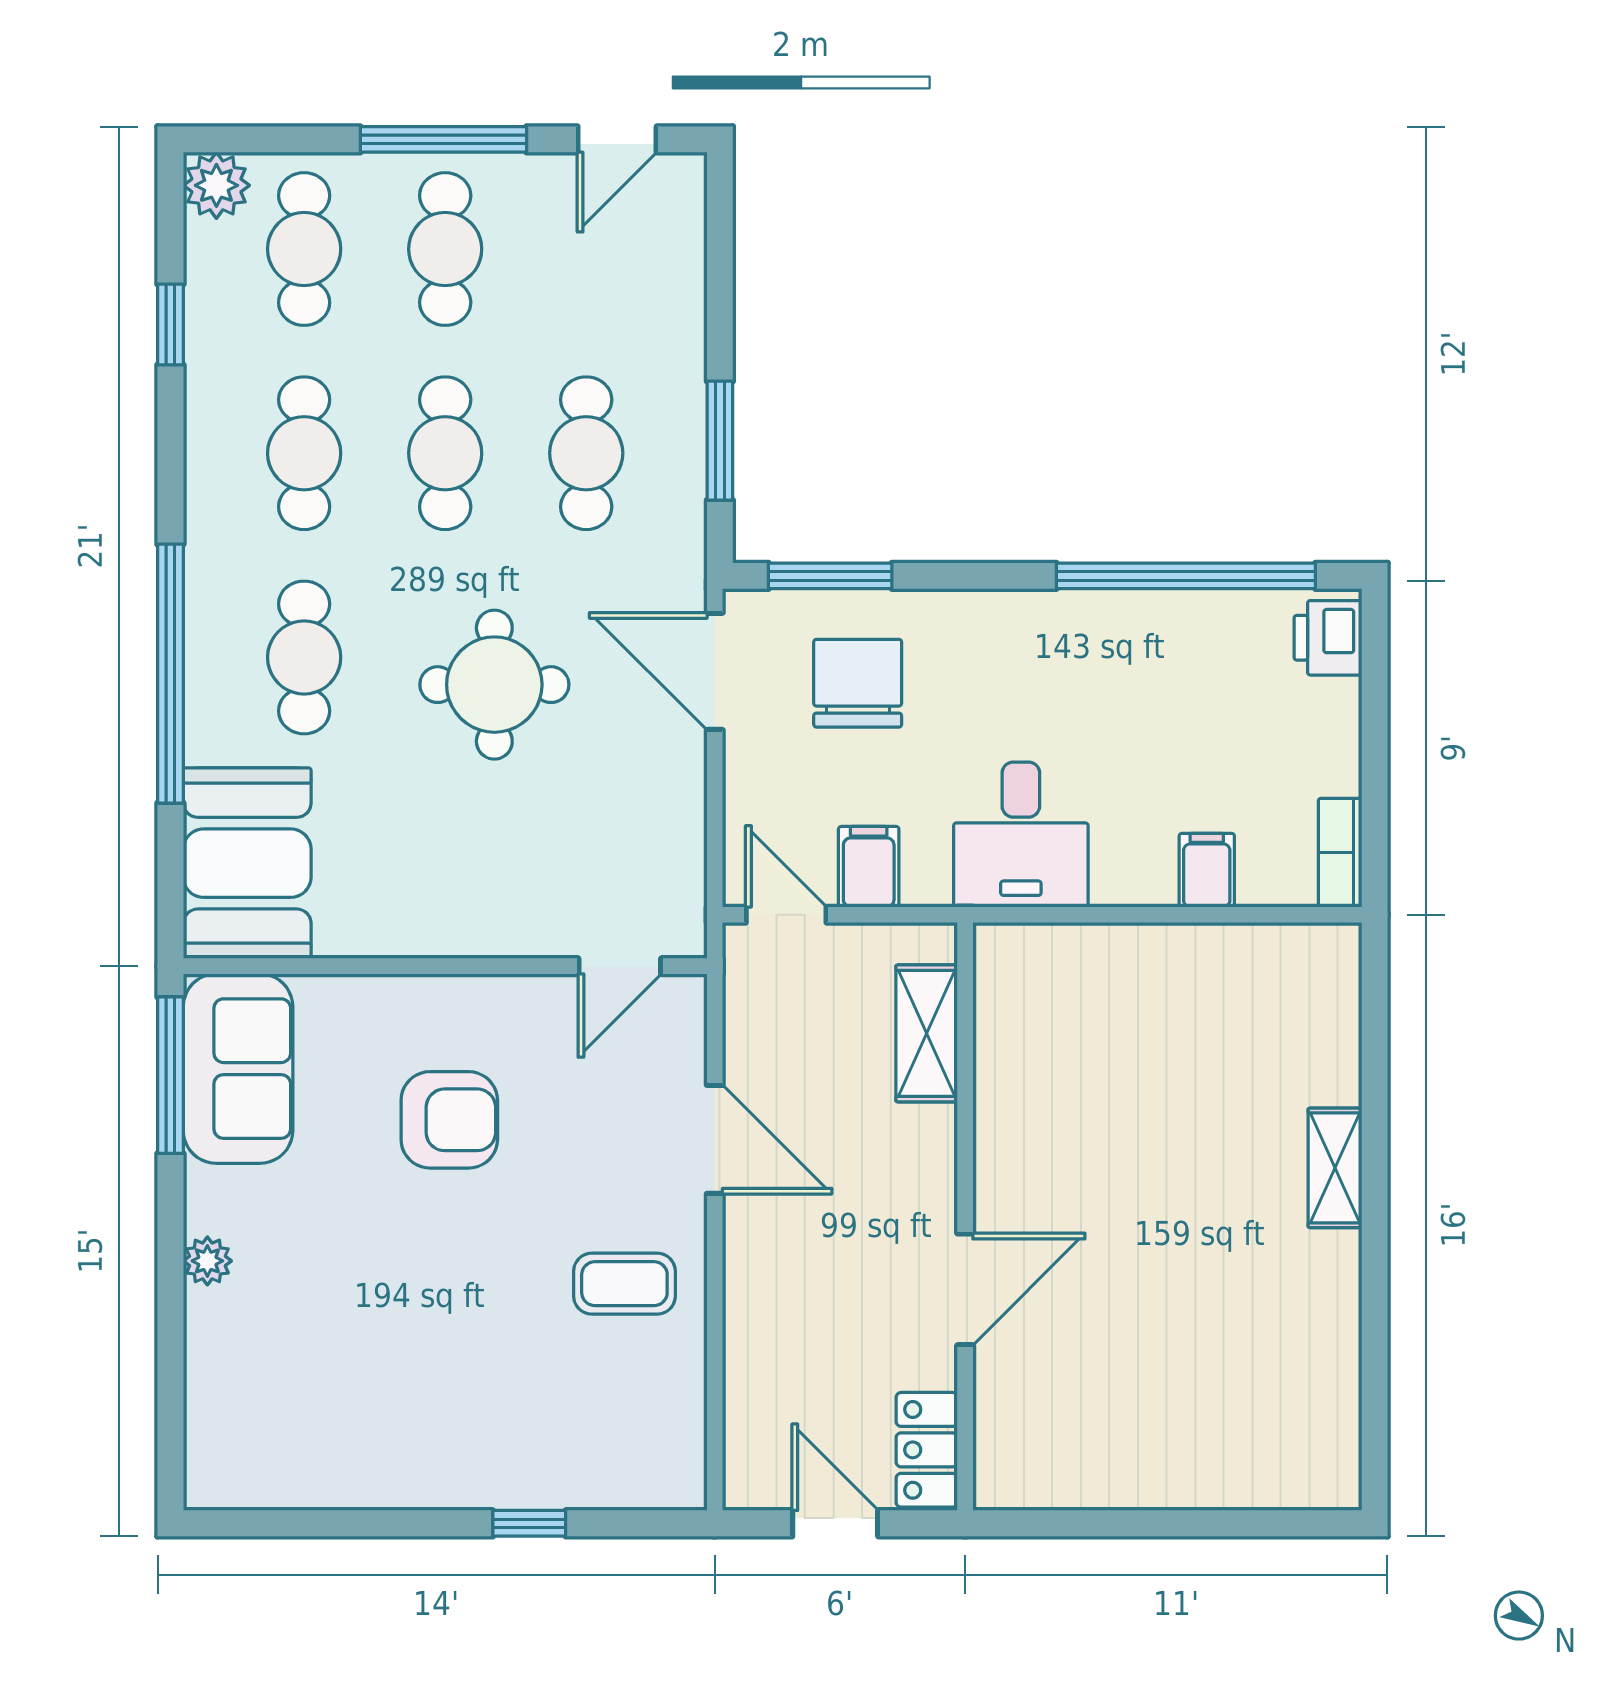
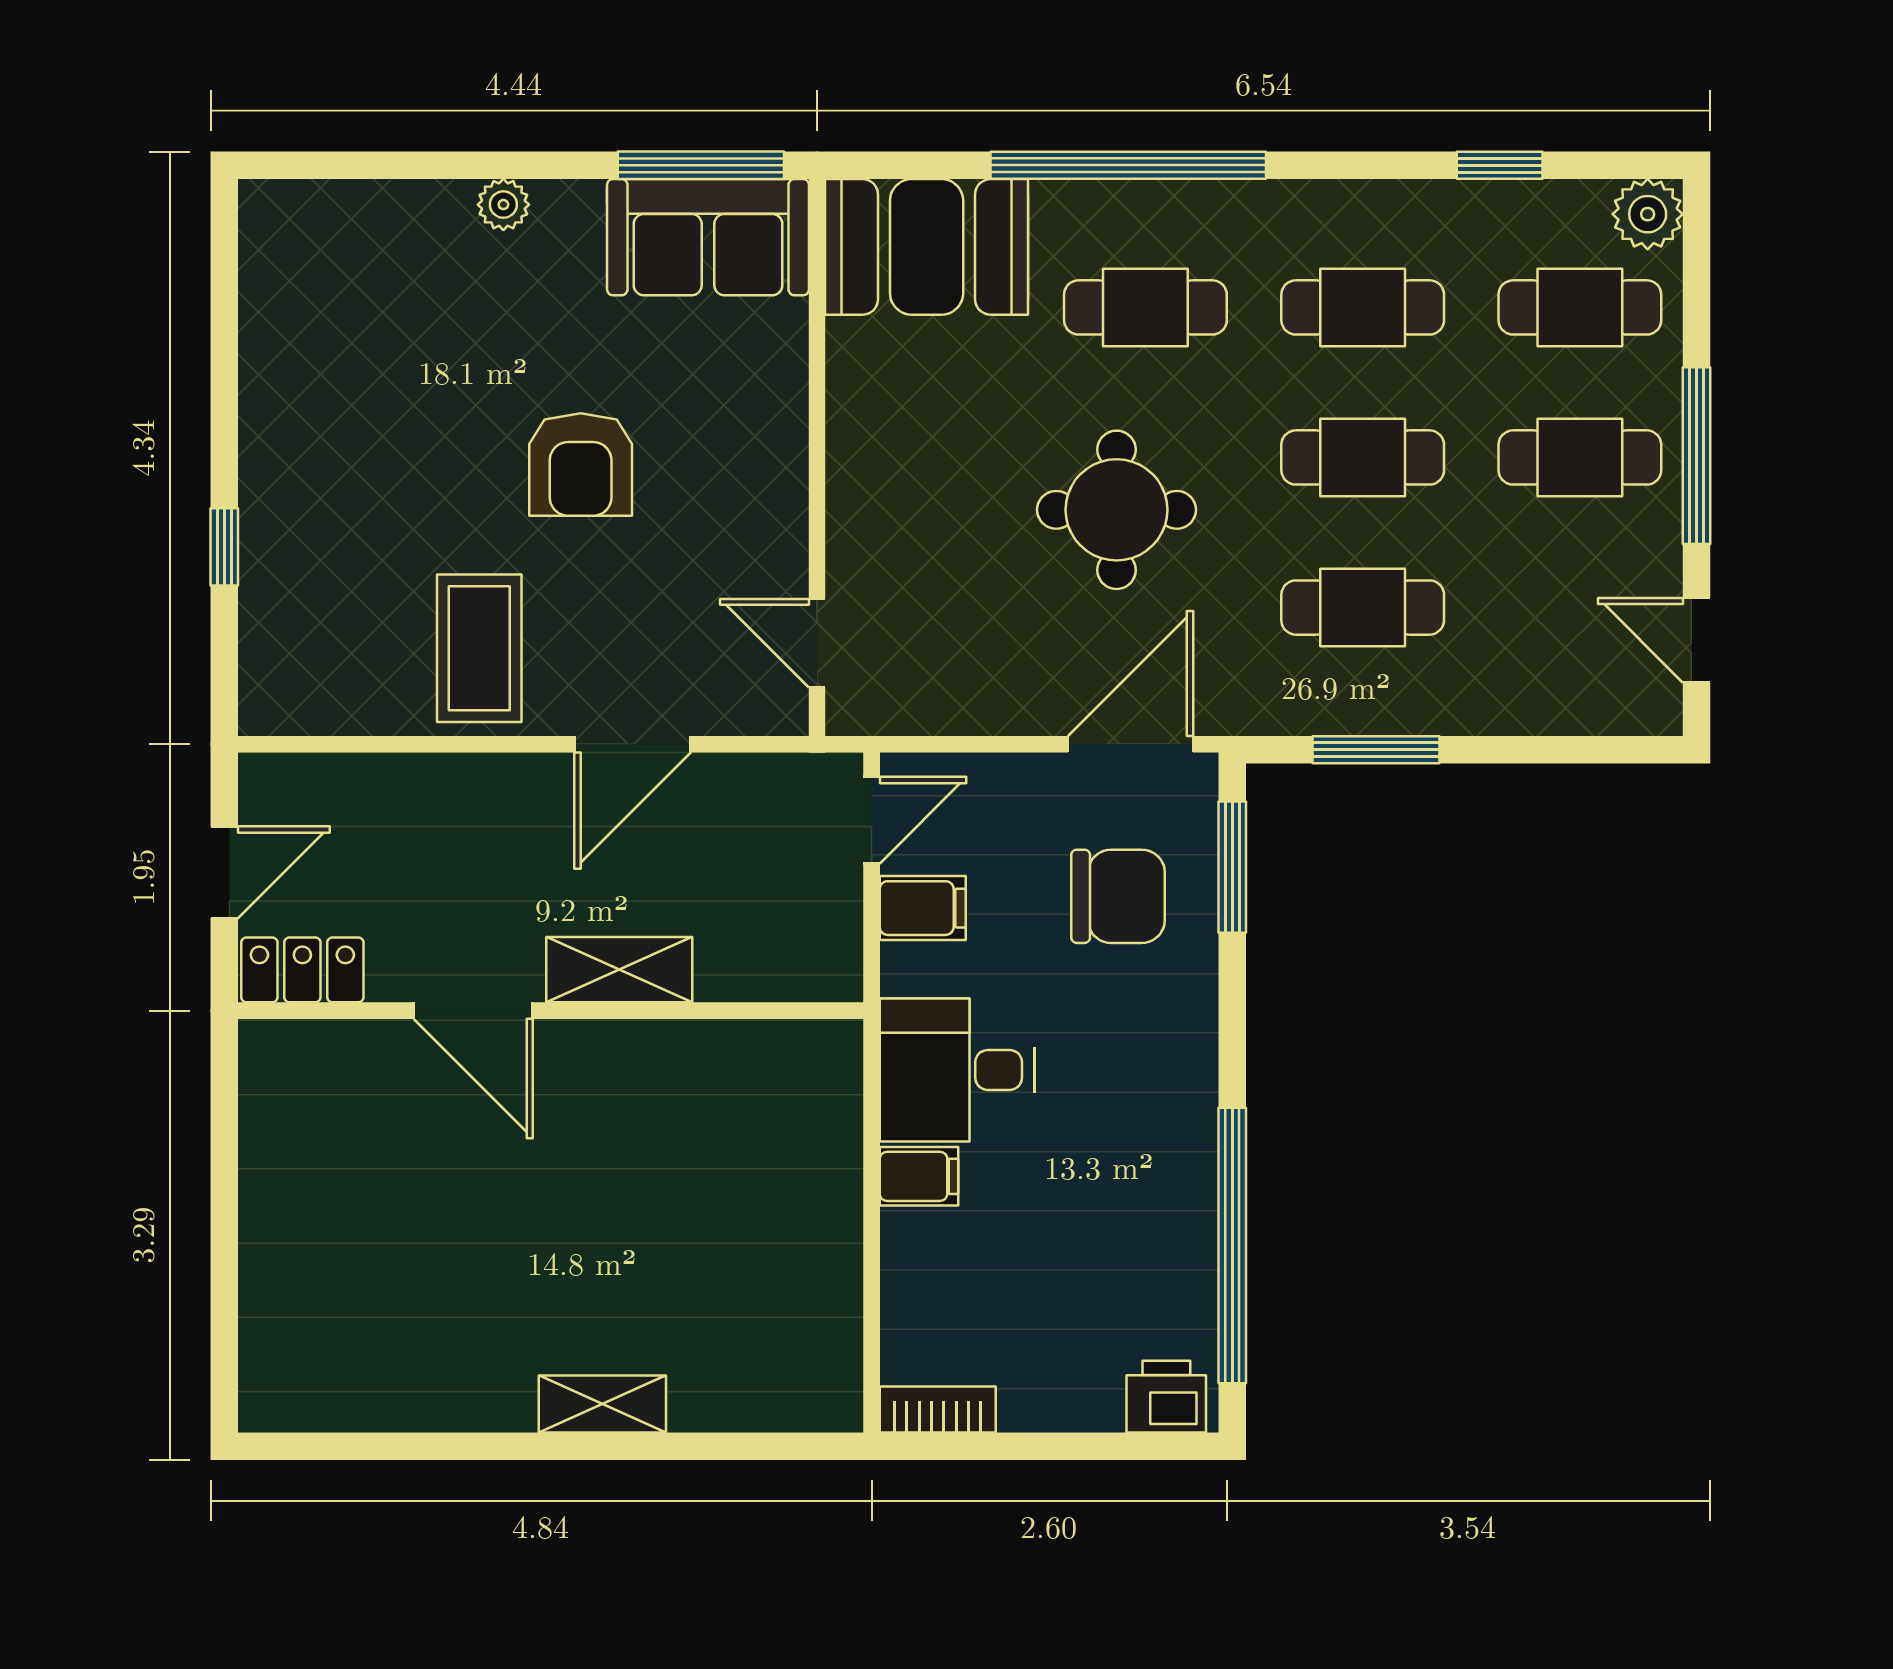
filing cabinet: (1207, 870) -> (919, 1176), moved
shelving: (927, 1033) -> (619, 970), moved
armchair: (449, 1120) -> (581, 464), moved
coffee table: (624, 1284) -> (479, 648), width x1.36, depth x1.30

